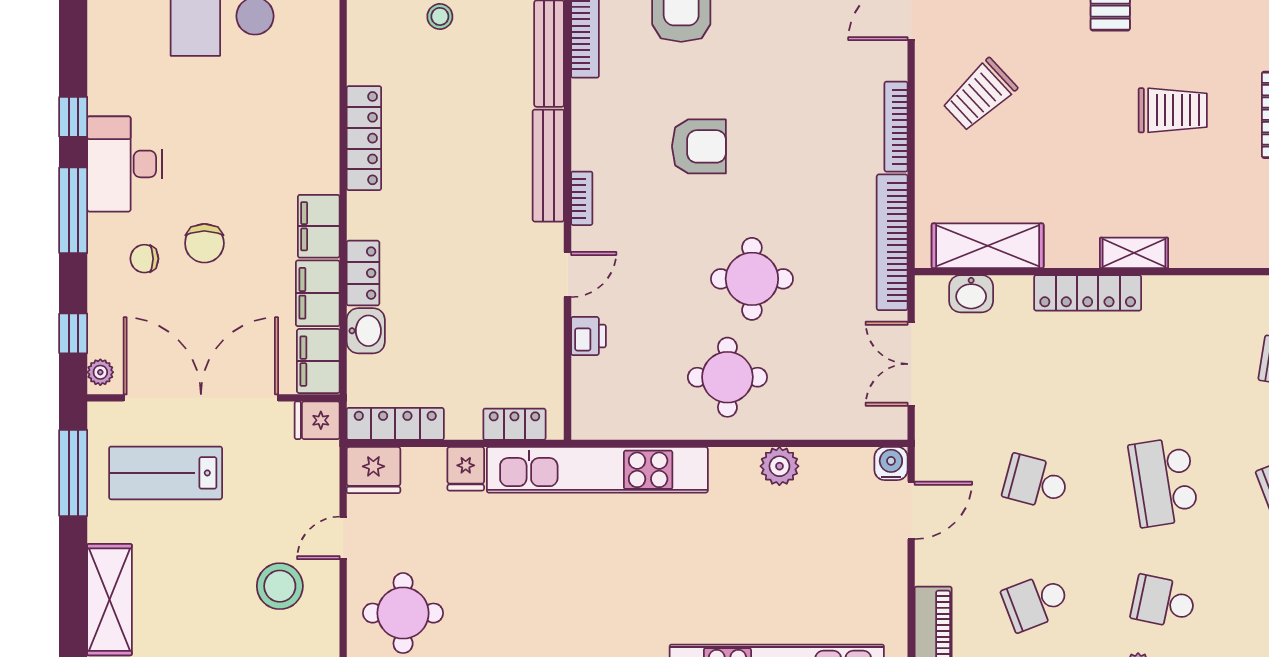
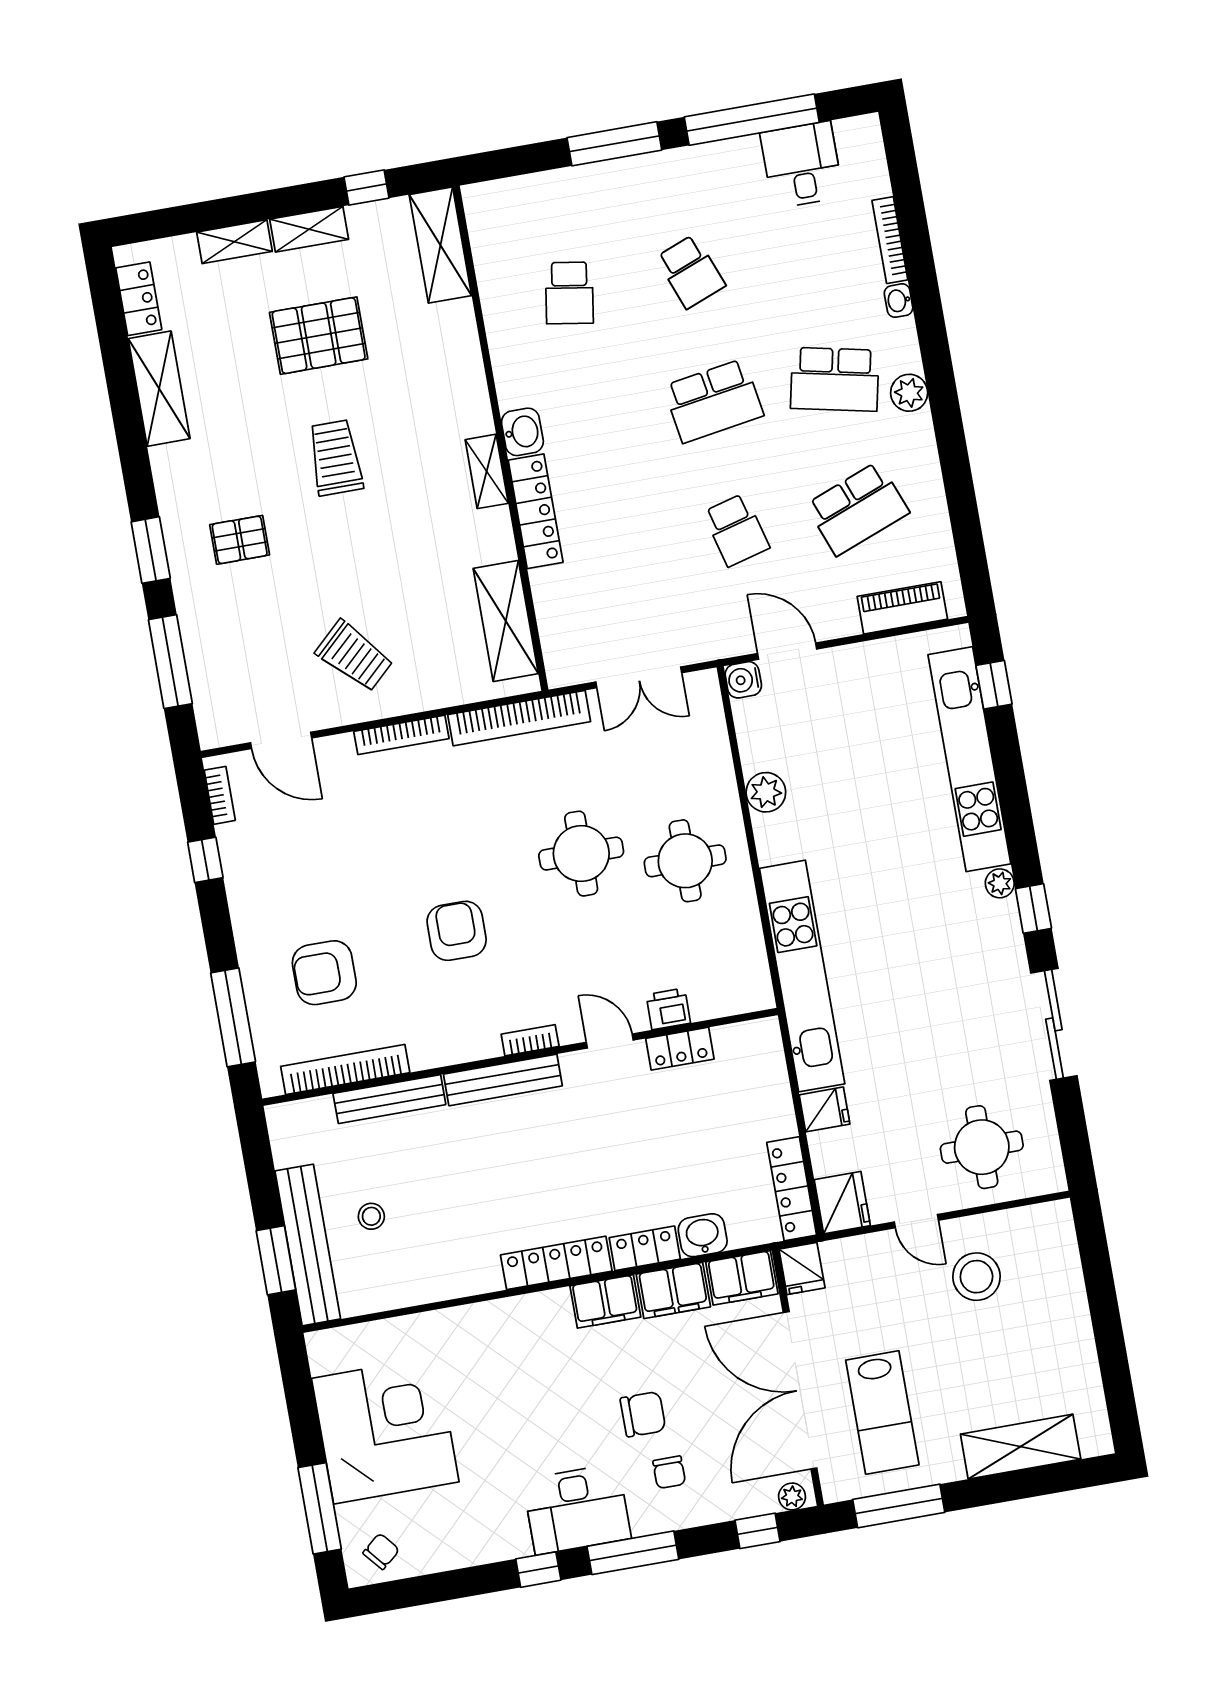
locker: (364, 138) -> (556, 1263), moved
washbasin: (971, 294) -> (522, 432), moved
locker: (514, 424) -> (680, 1049), moved, turned -90
school desk: (1036, 482) -> (736, 530), turned -30
school desk: (1036, 602) -> (857, 509), width x1.85
school desk: (1163, 602) -> (835, 379), width x1.85

